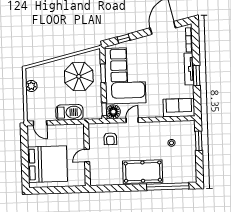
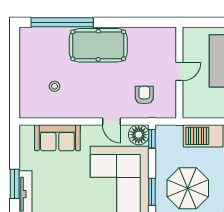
sofa: (179, 108) -> (57, 138), moved
door: (132, 120) -> (111, 121), hinge flipped
window: (199, 141) -> (15, 88), removed

